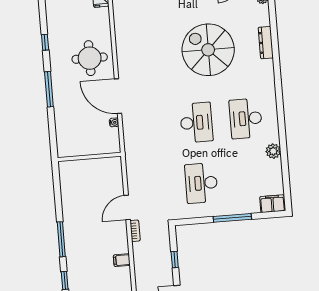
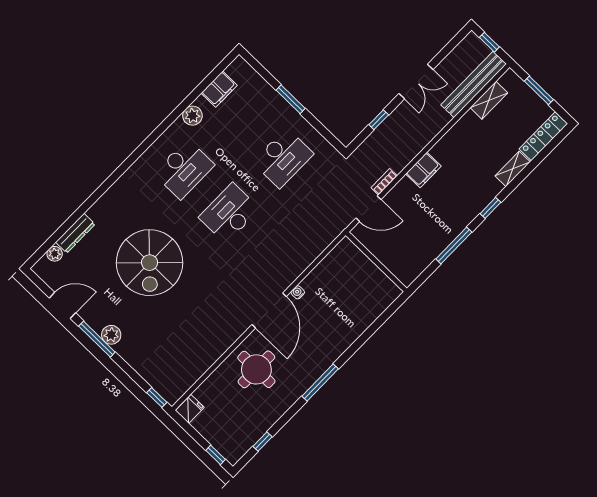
window: (45, 42) -> (262, 442), moved
dresser: (266, 43) -> (75, 233), moved
wall: (89, 157) -> (376, 262), moved
filing cabinet: (272, 204) -> (219, 89), moved, turned -90
window: (232, 218) -> (291, 99), width x0.69
filing cabinet: (122, 260) -> (423, 170), width x2.00

